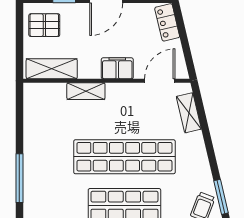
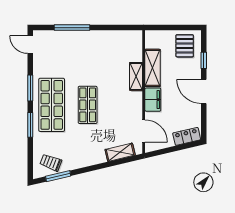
shelving: (52, 69) -> (153, 68), moved
shop shelf: (124, 157) -> (88, 105), width x0.50, depth x0.74

